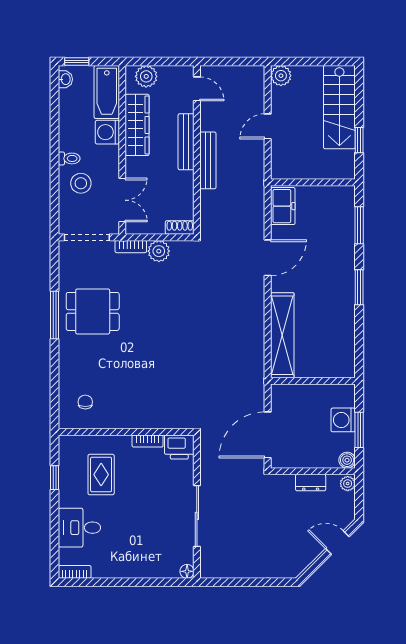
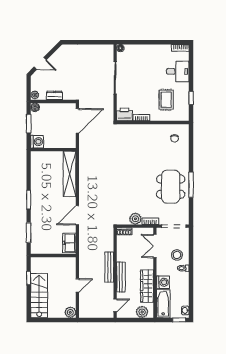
door: (197, 89) -> (115, 305), swing flipped
dining table: (93, 311) -> (171, 187), width x1.38
washing machine: (343, 420) -> (37, 142), moved

